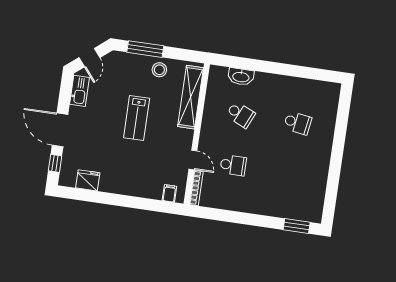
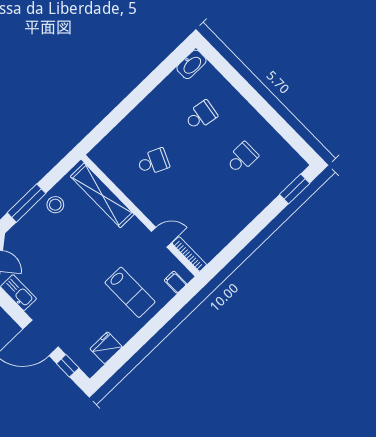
washbasin: (241, 77) -> (191, 64), moved
lab bench: (137, 118) -> (130, 292), moved
school desk: (233, 165) -> (242, 158), moved

